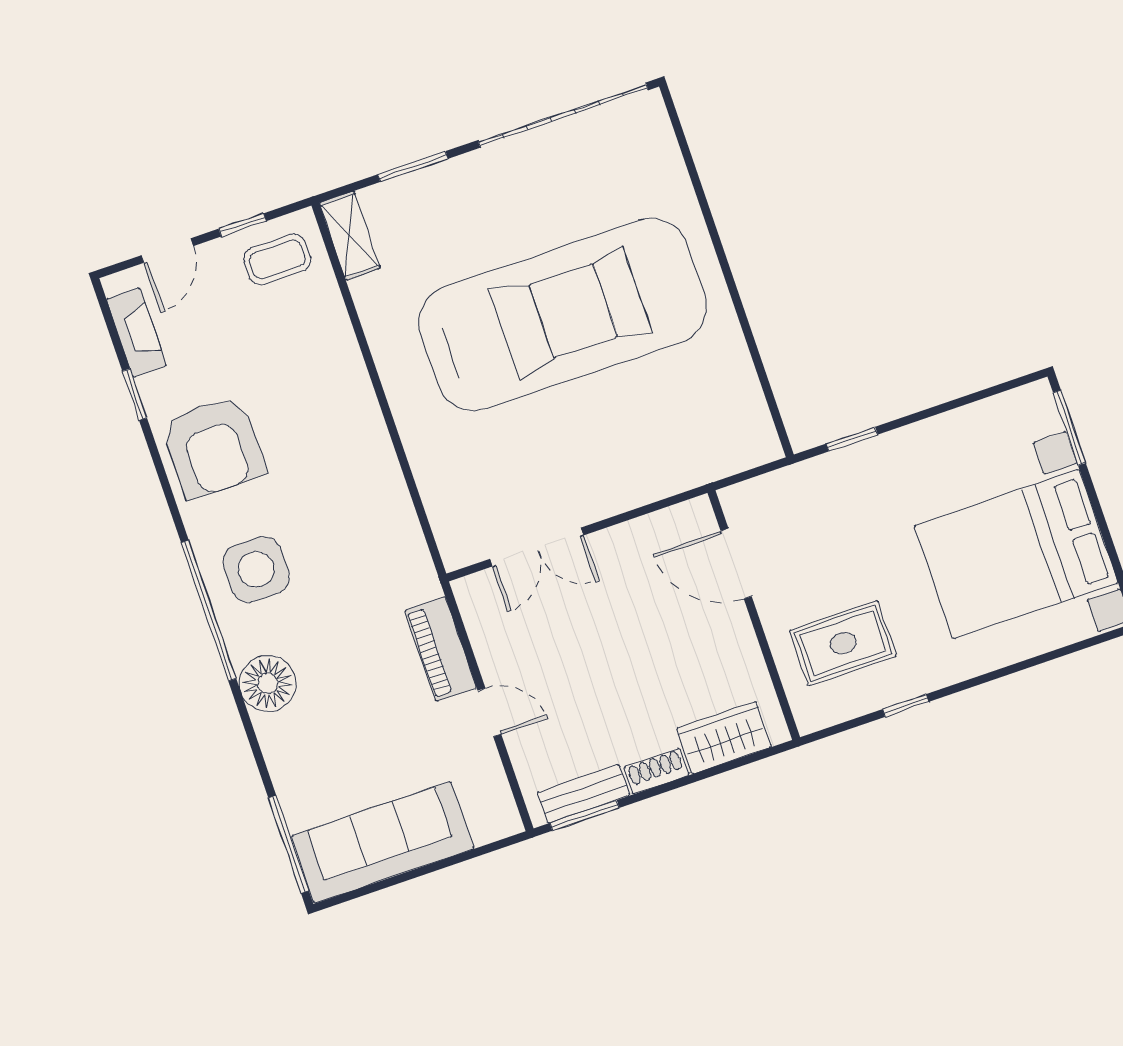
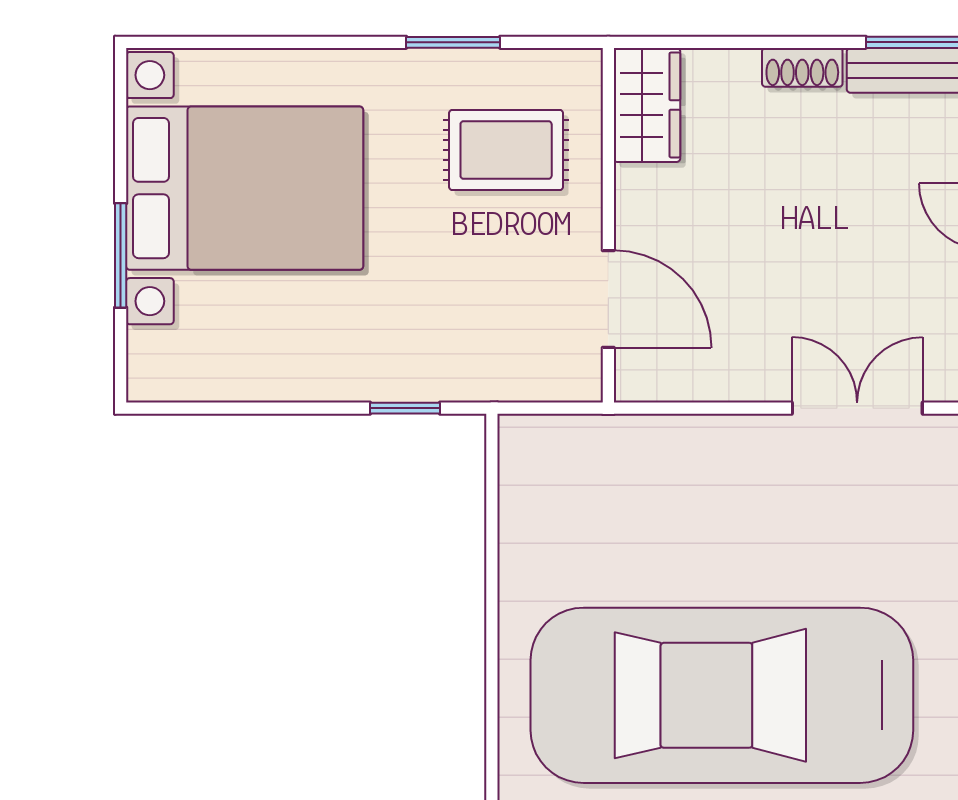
window: (1069, 428) -> (121, 255), moved
window: (906, 705) -> (453, 42), width x1.50
wardrobe: (724, 738) -> (647, 105), moved, turned -90

